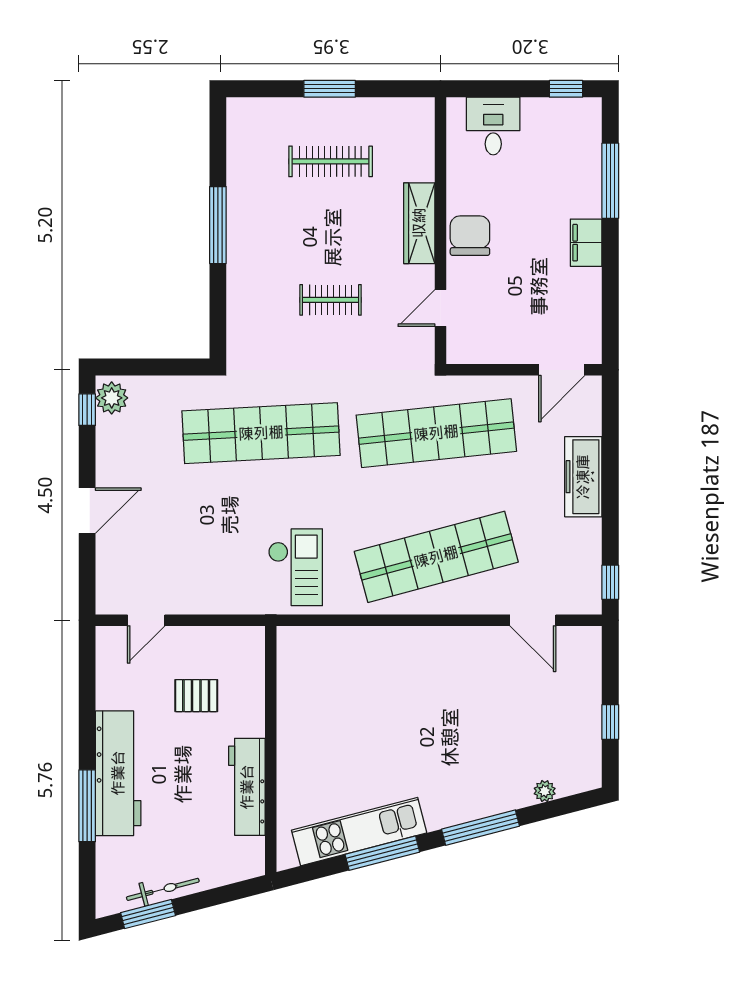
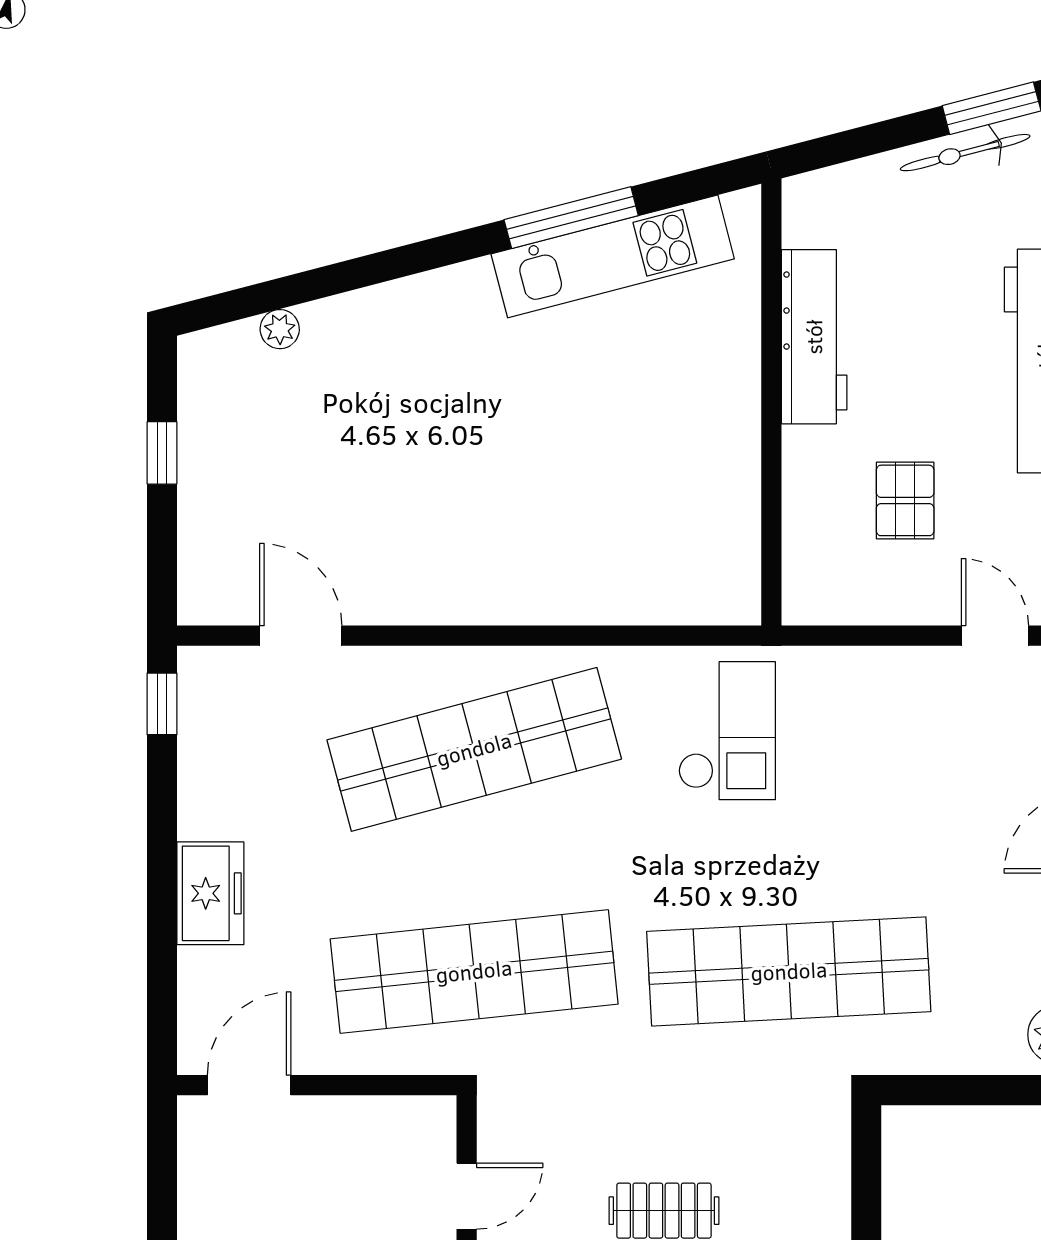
freezer: (583, 477) -> (210, 893), width x0.71
checkout: (295, 567) -> (727, 731), turned 180
door: (146, 620) -> (995, 636), hinge flipped
pallet: (196, 696) -> (905, 500), turned 90
window: (481, 828) -> (395, 263), removed

